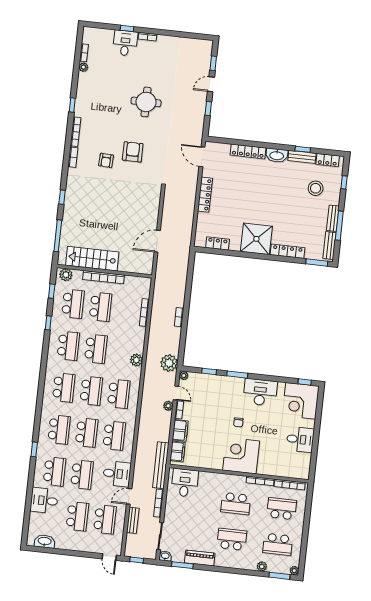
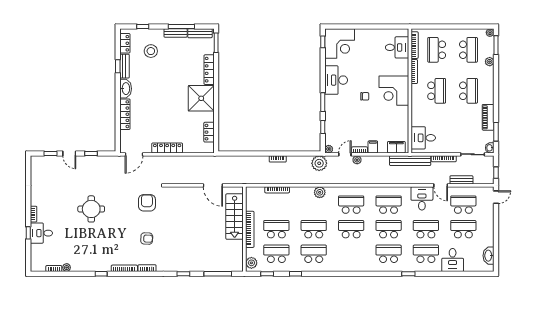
armchair: (133, 152) -> (147, 203), moved, turned 90
stairs: (92, 259) -> (235, 217), moved
school desk: (64, 388) -> (351, 254), removed
filing cabinet: (180, 430) -> (373, 147), width x0.50
desk: (300, 439) -> (397, 47), moved, turned 90
school desk: (232, 539) -> (468, 91), turned 180

